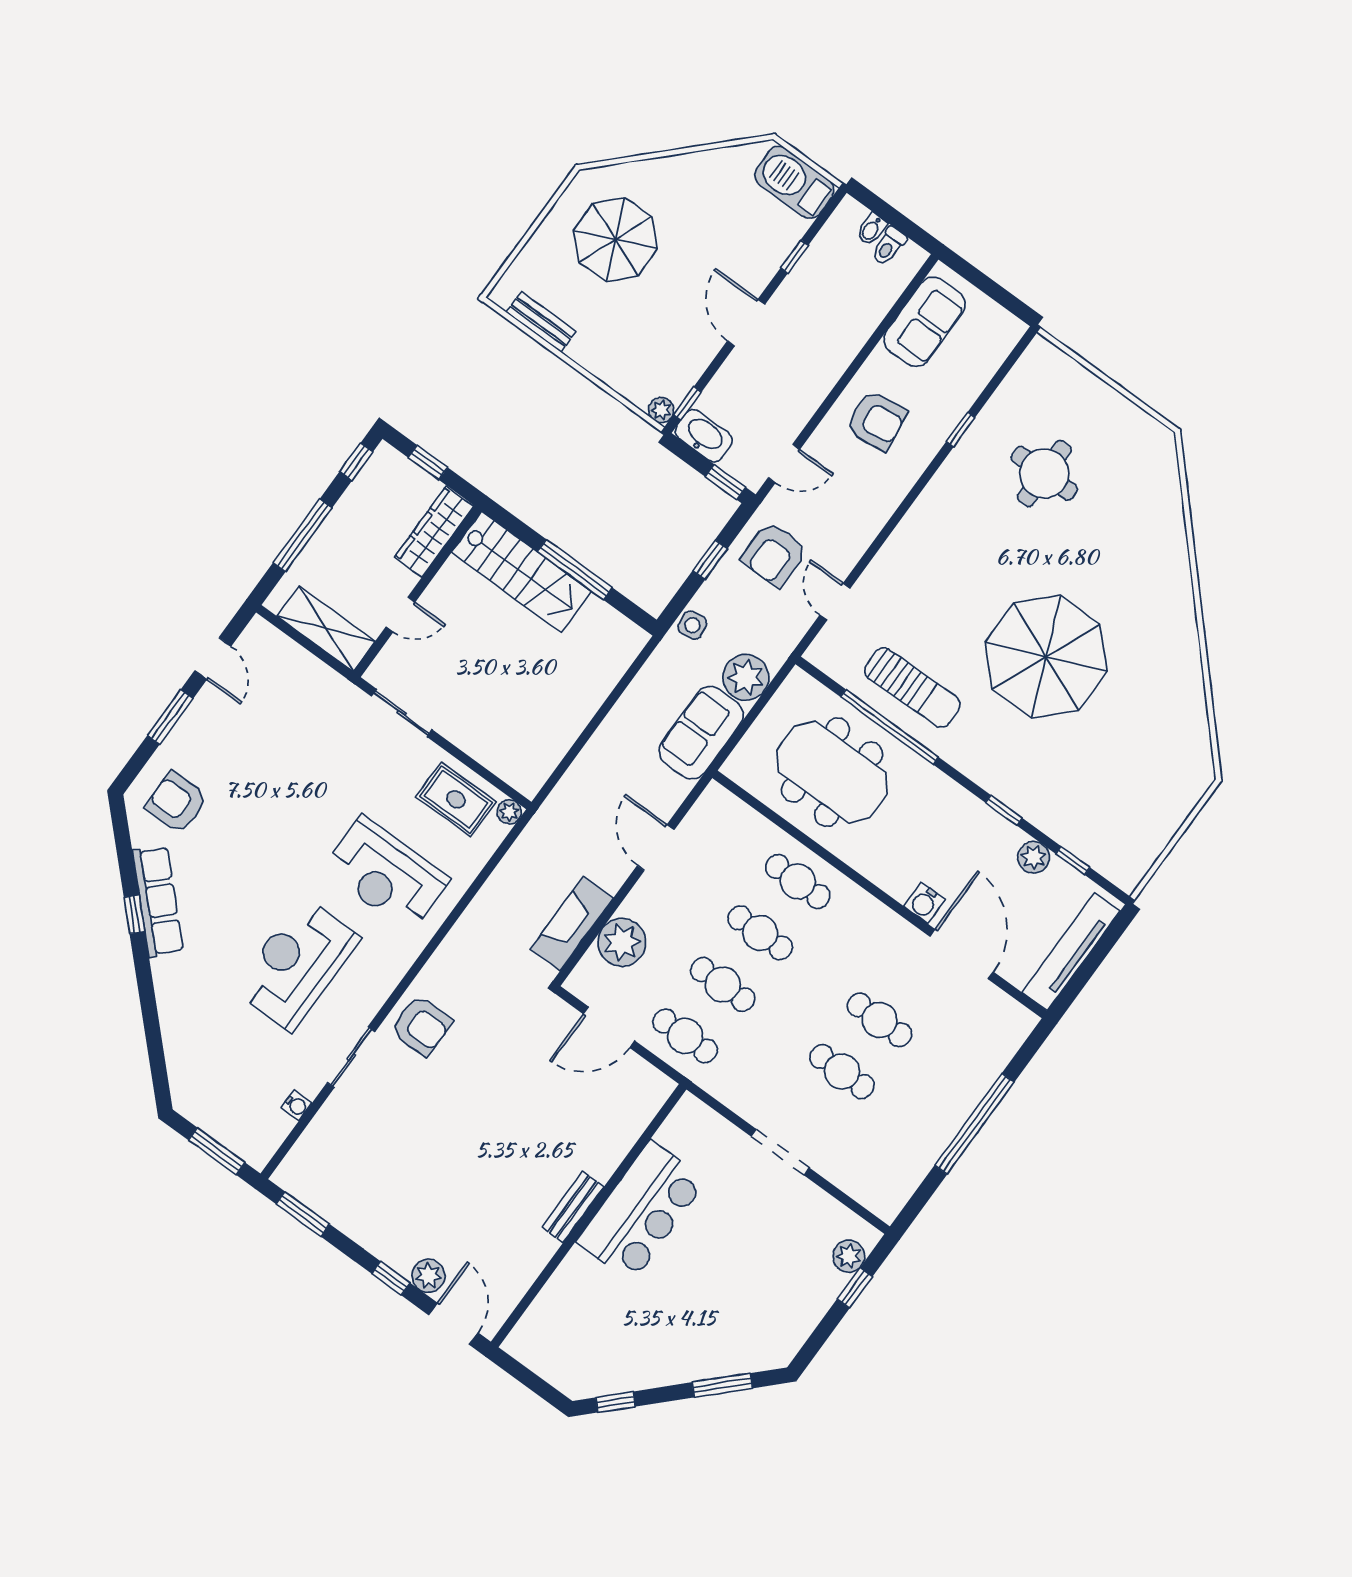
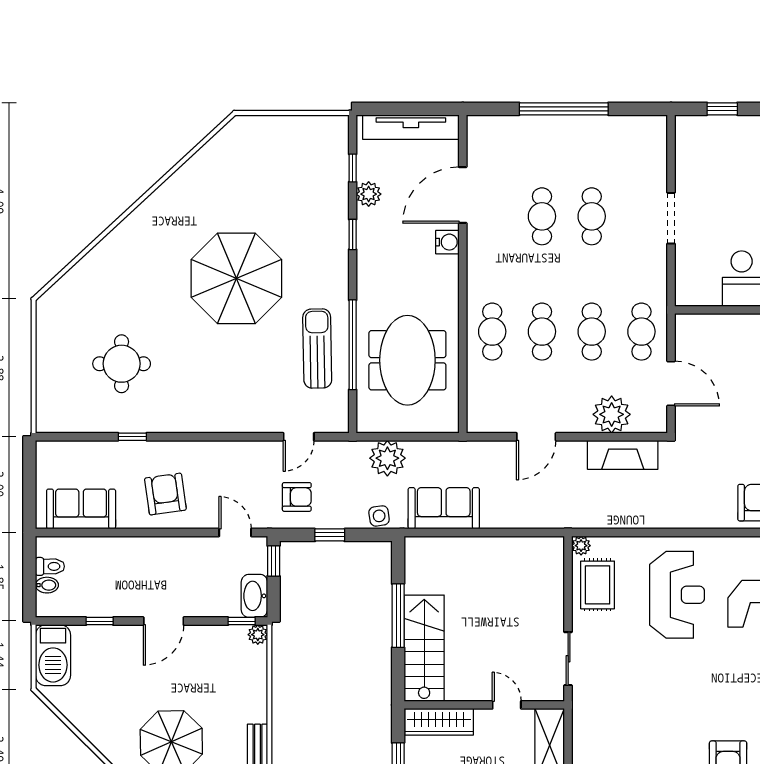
armchair: (774, 554) -> (297, 497), width x0.72, depth x0.72
sofa: (701, 733) -> (444, 508), moved, turned 180
plant: (849, 1256) -> (705, 127), removed

